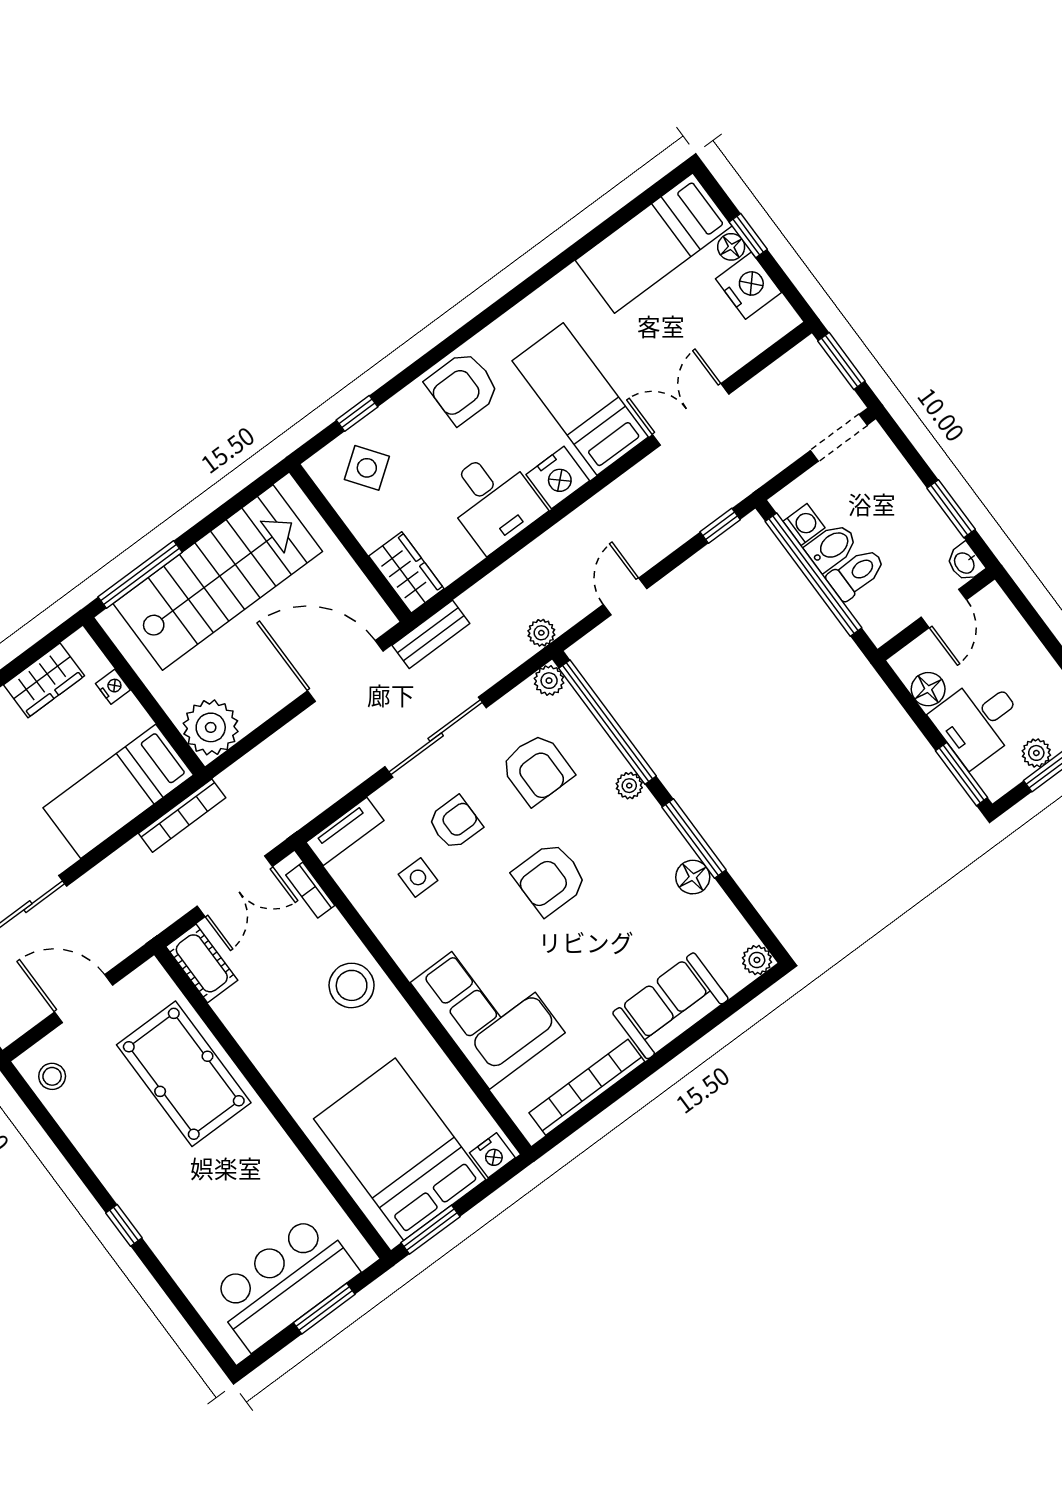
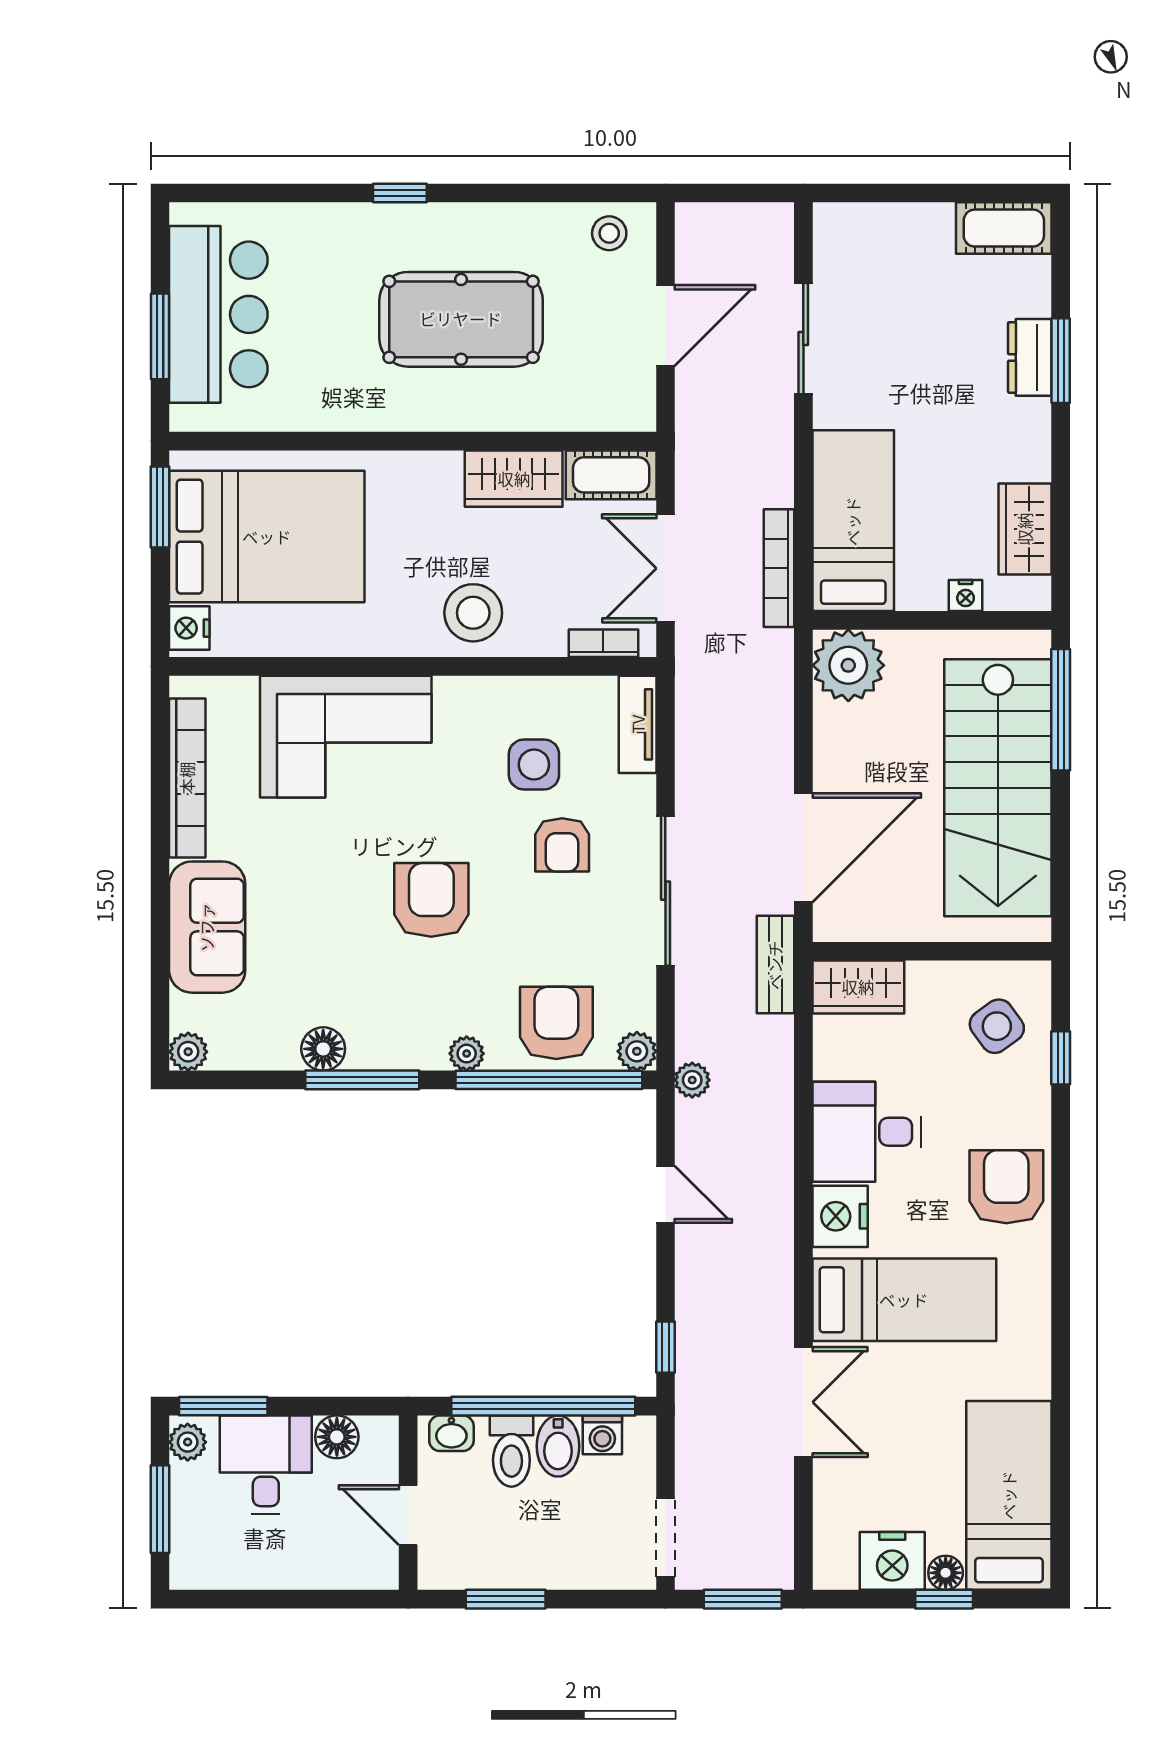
washbasin: (965, 563) -> (451, 1433), moved, turned 180
plant: (1036, 753) -> (188, 1442), moved
armchair: (537, 769) -> (556, 1023), moved, turned 90
side table: (418, 877) -> (534, 765), width x1.37, depth x1.37
wardrobe: (249, 1022) -> (514, 479), added
pool table: (184, 1074) -> (461, 319), moved

